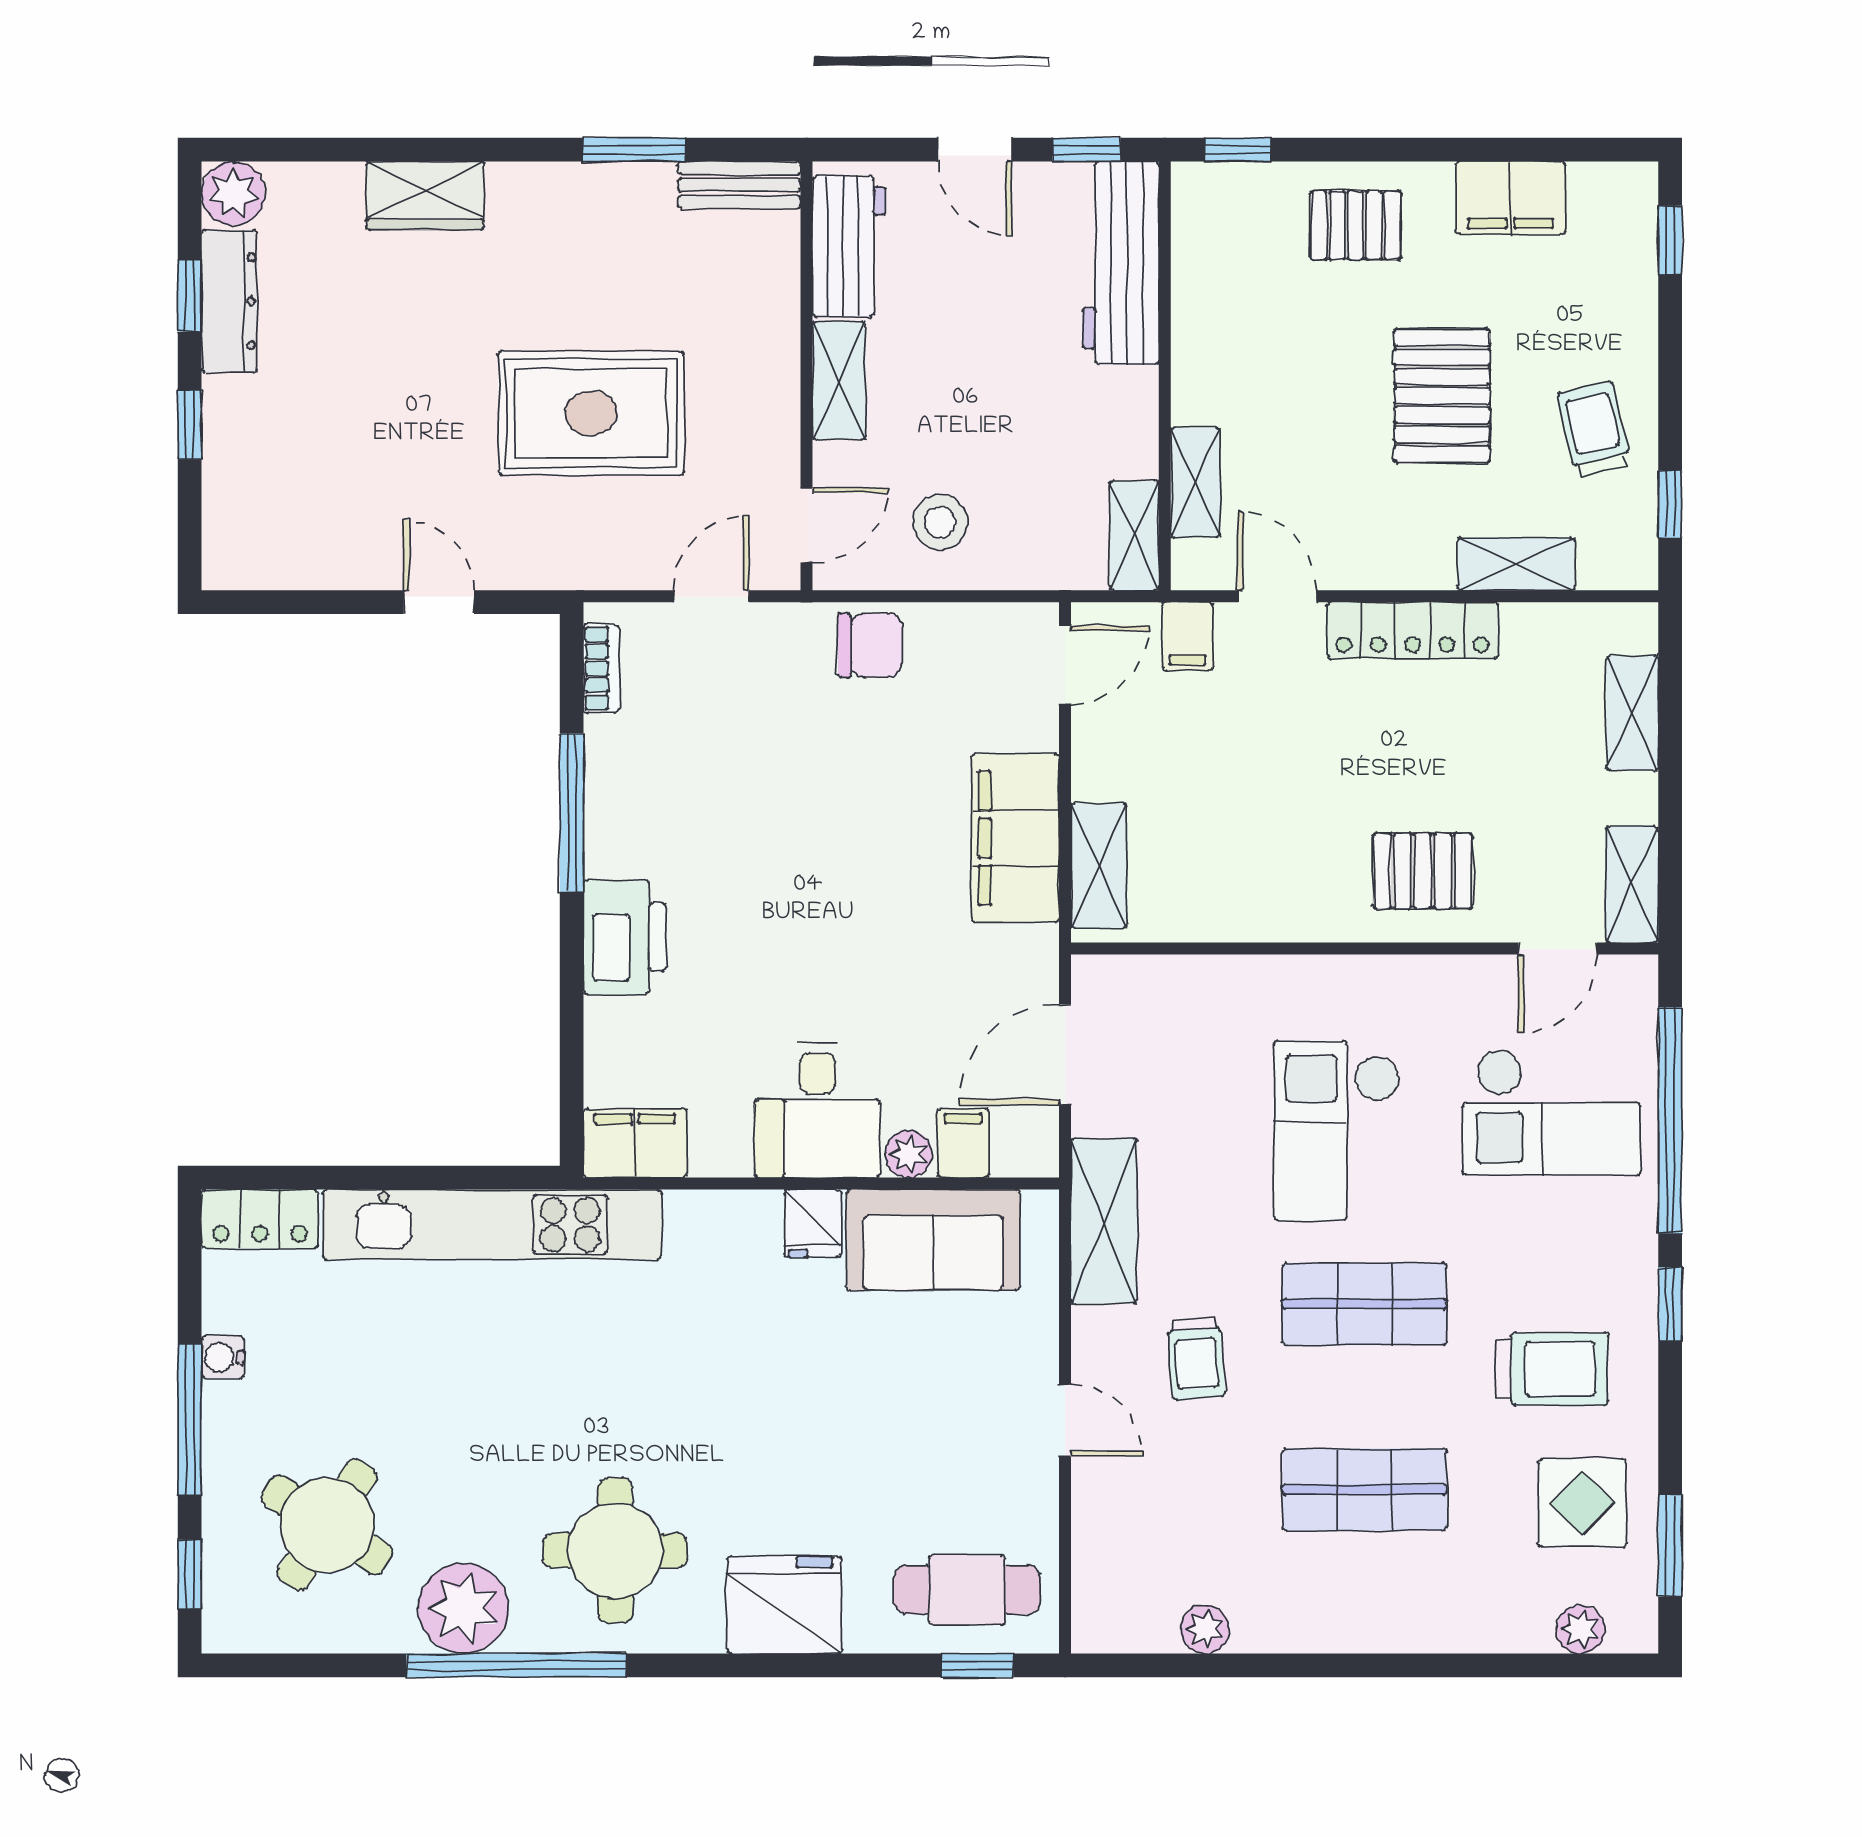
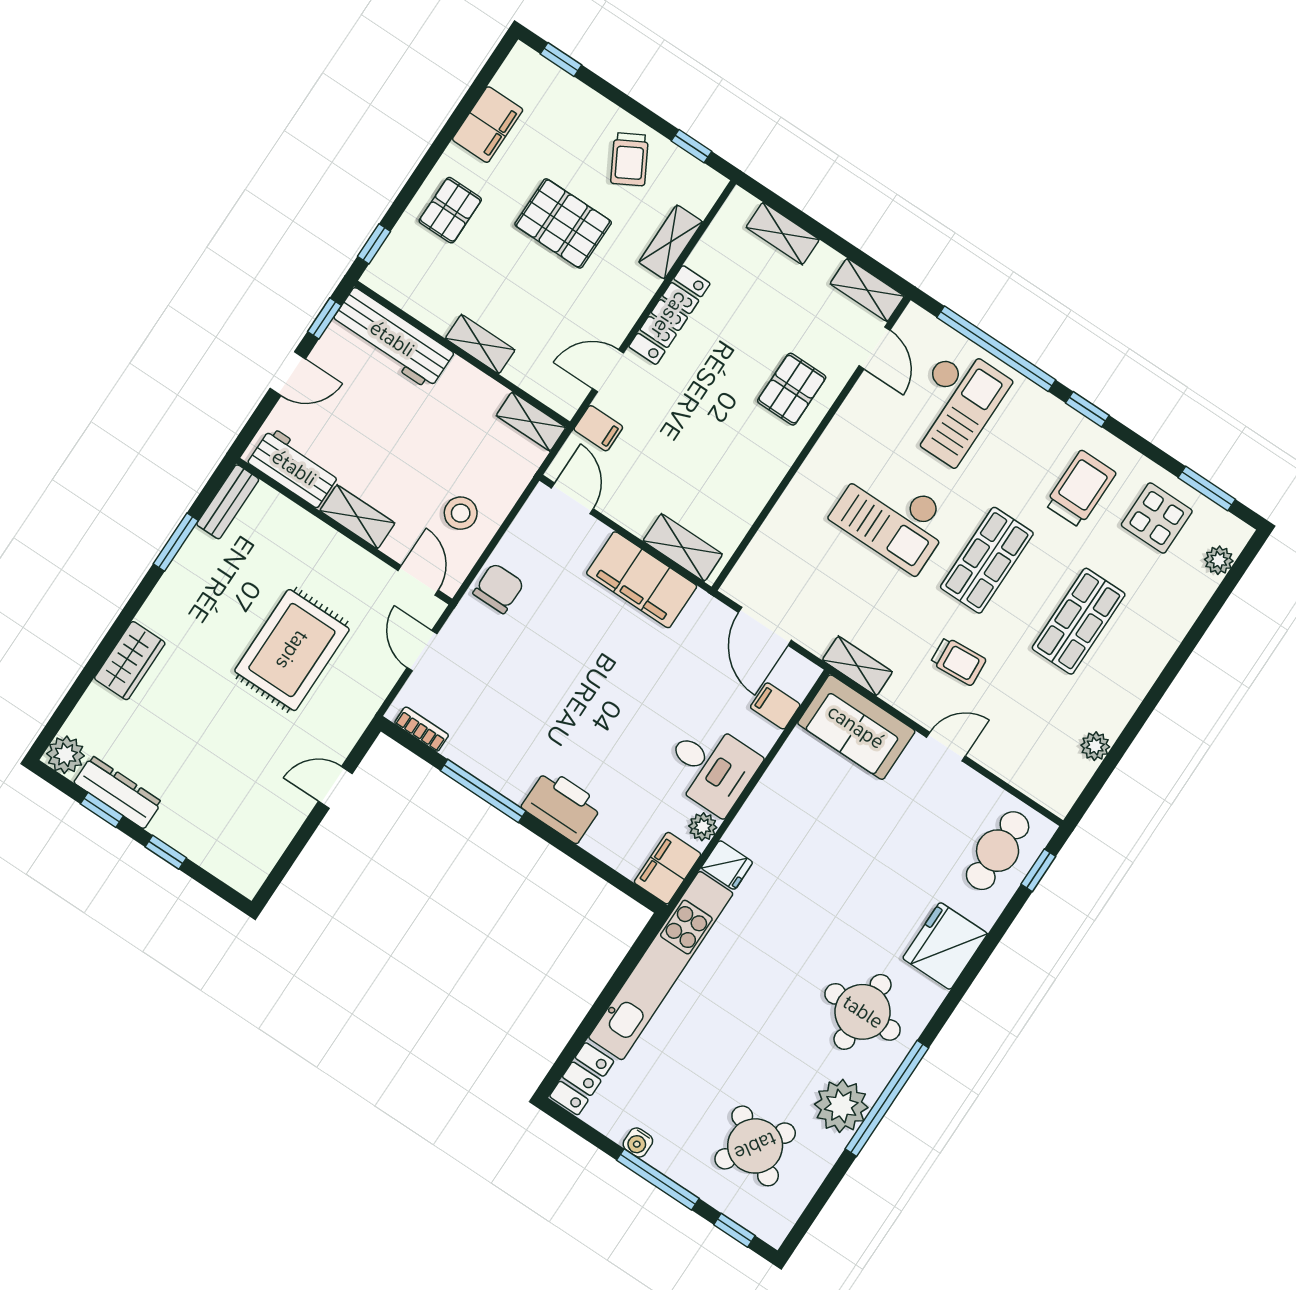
trolley: (1594, 429) -> (630, 159), turned -106
shelving: (1195, 482) -> (480, 344), moved
plant: (908, 1154) -> (703, 827), moved
shelving: (1104, 1221) -> (857, 666), width x0.67, depth x0.75
fridge: (813, 1224) -> (727, 865), moved
sofa: (933, 1240) -> (856, 727), moved, turned 90

